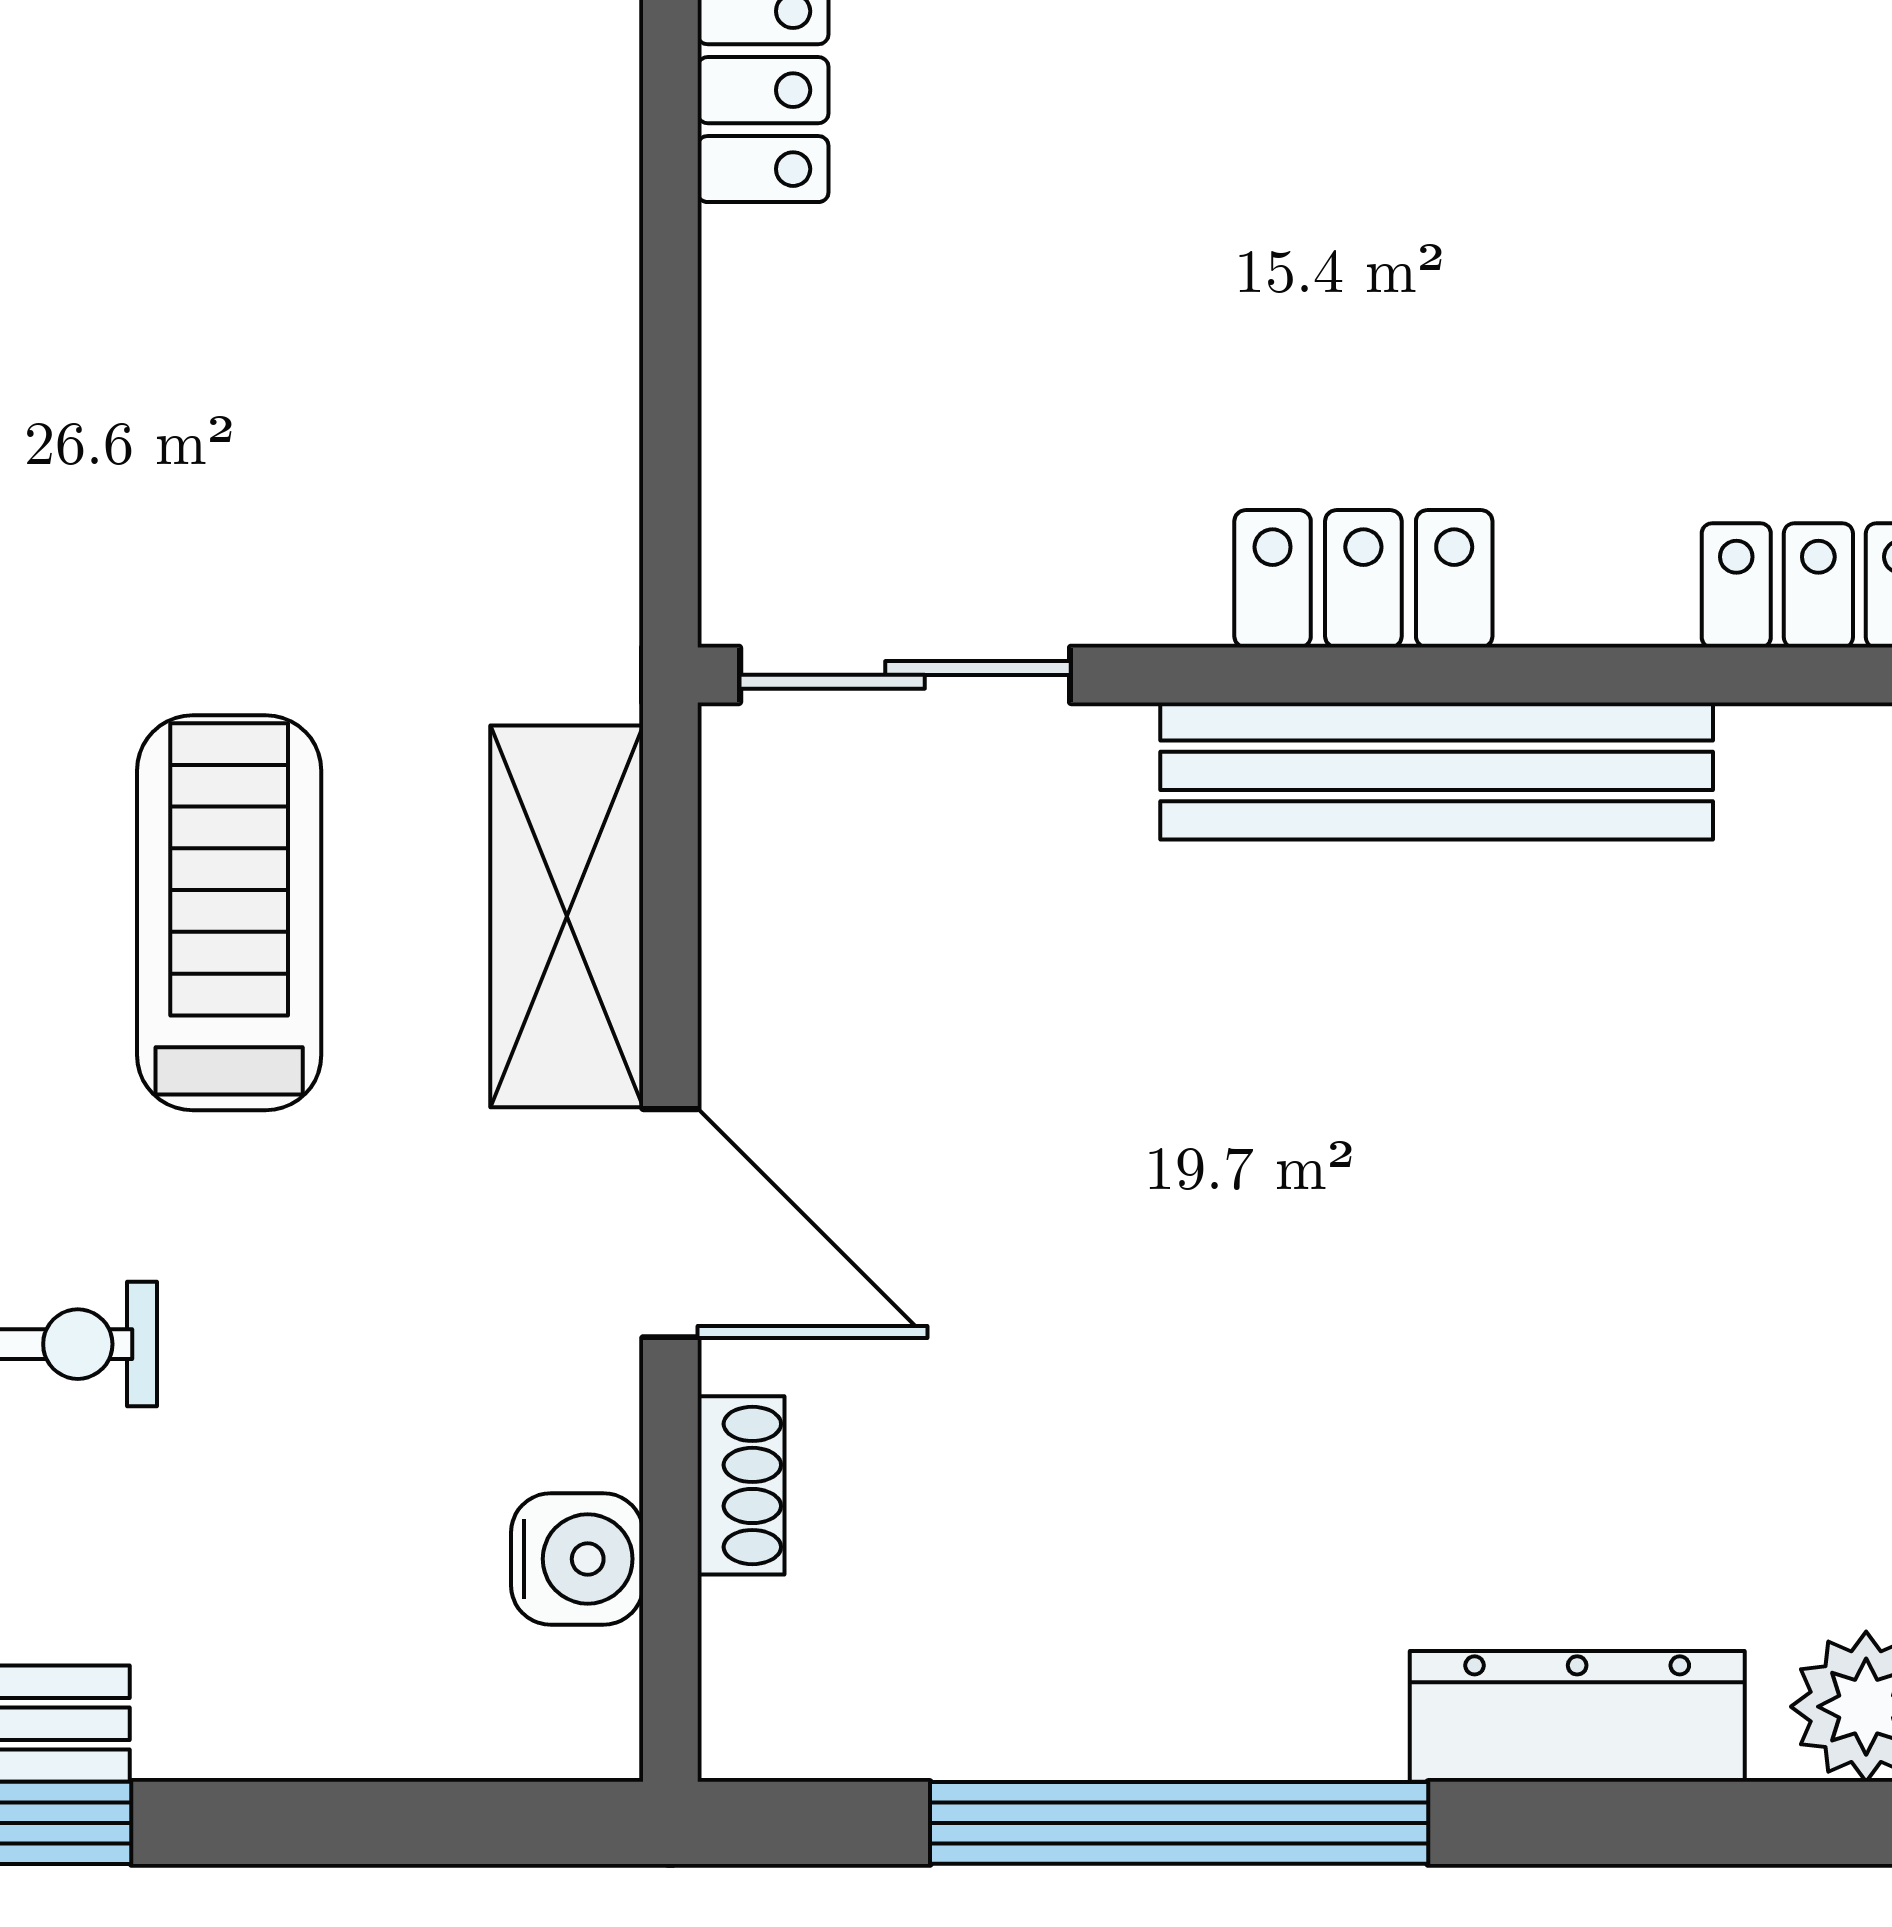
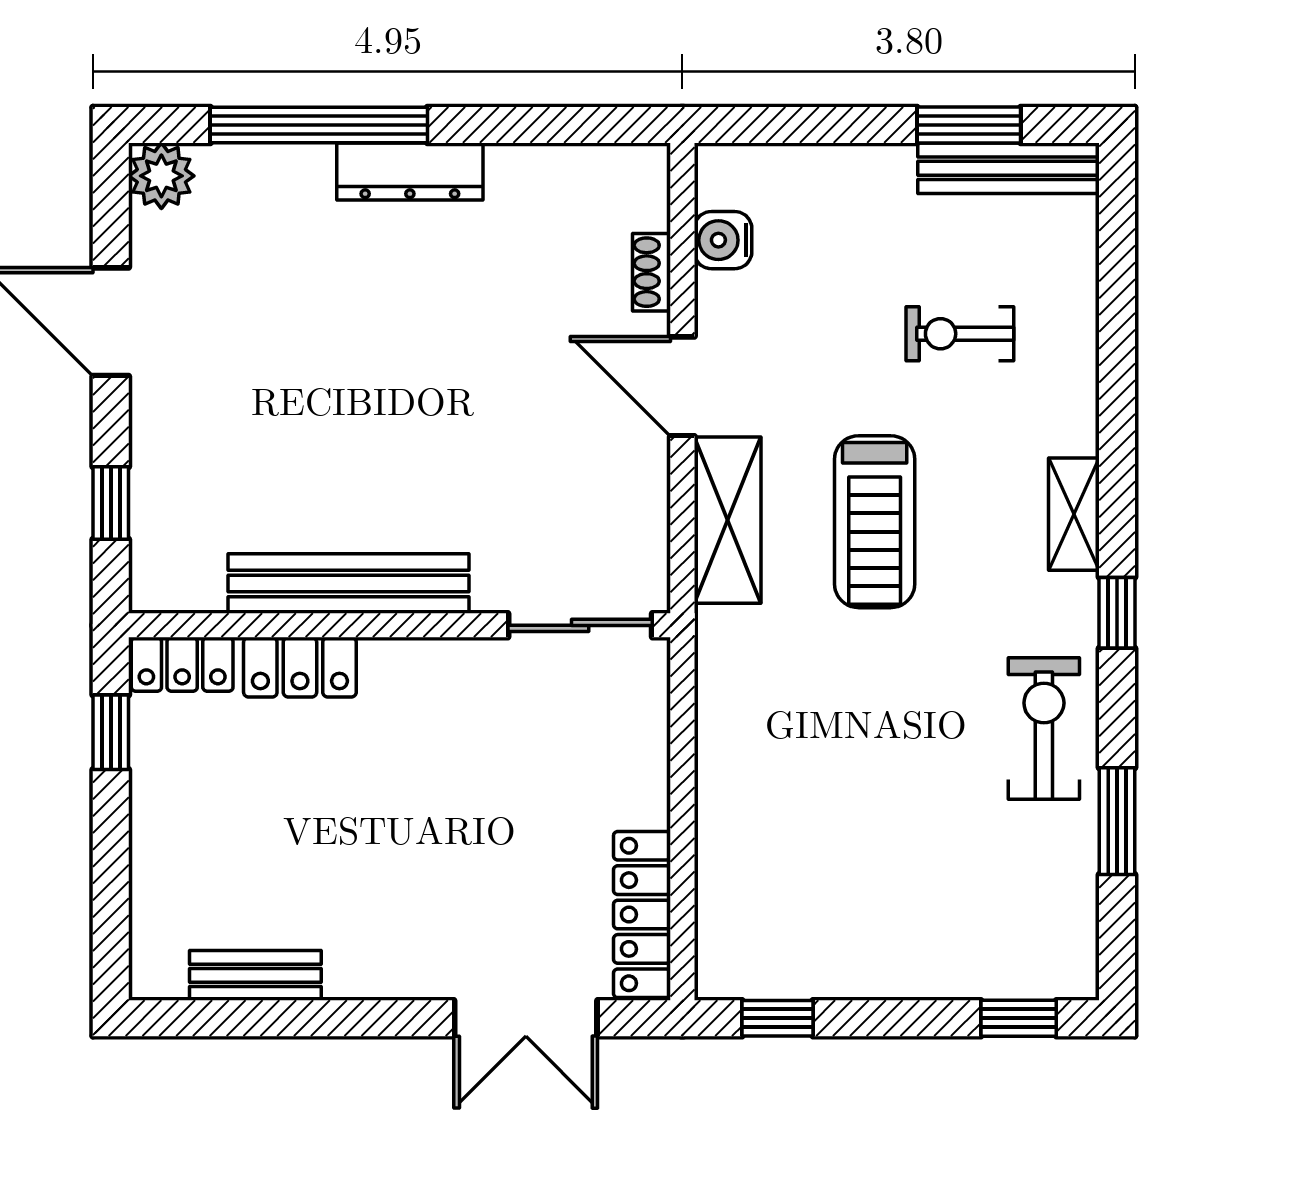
locker: (1363, 579) -> (300, 667), moved
dresser: (1577, 1716) -> (410, 171), moved
window: (1179, 1823) -> (319, 125), moved

